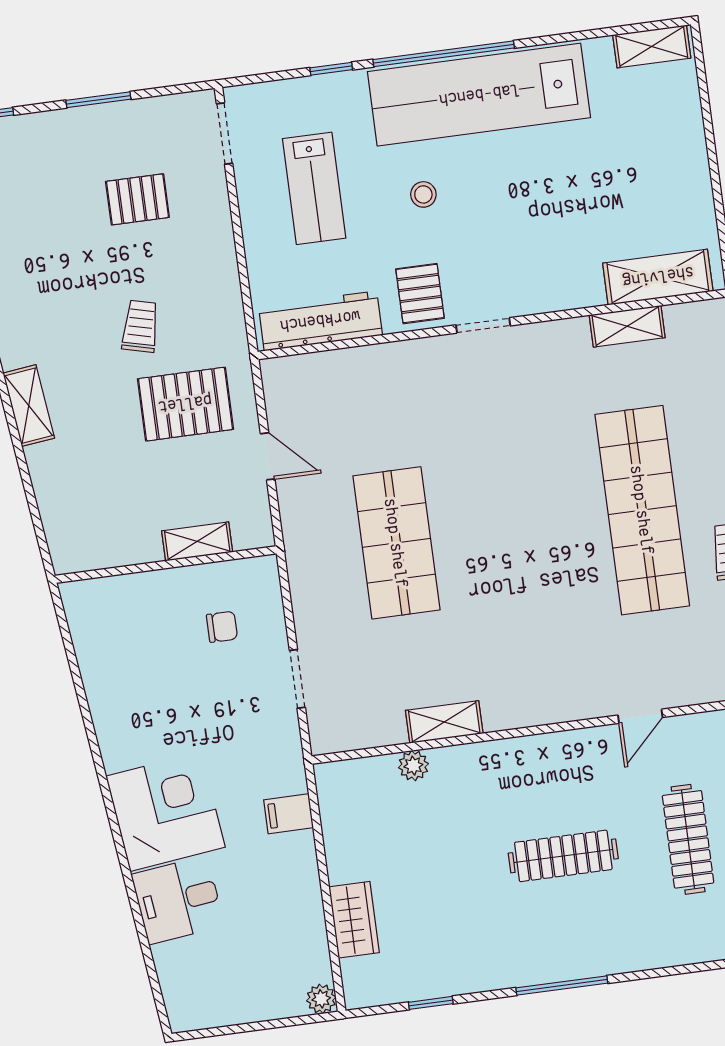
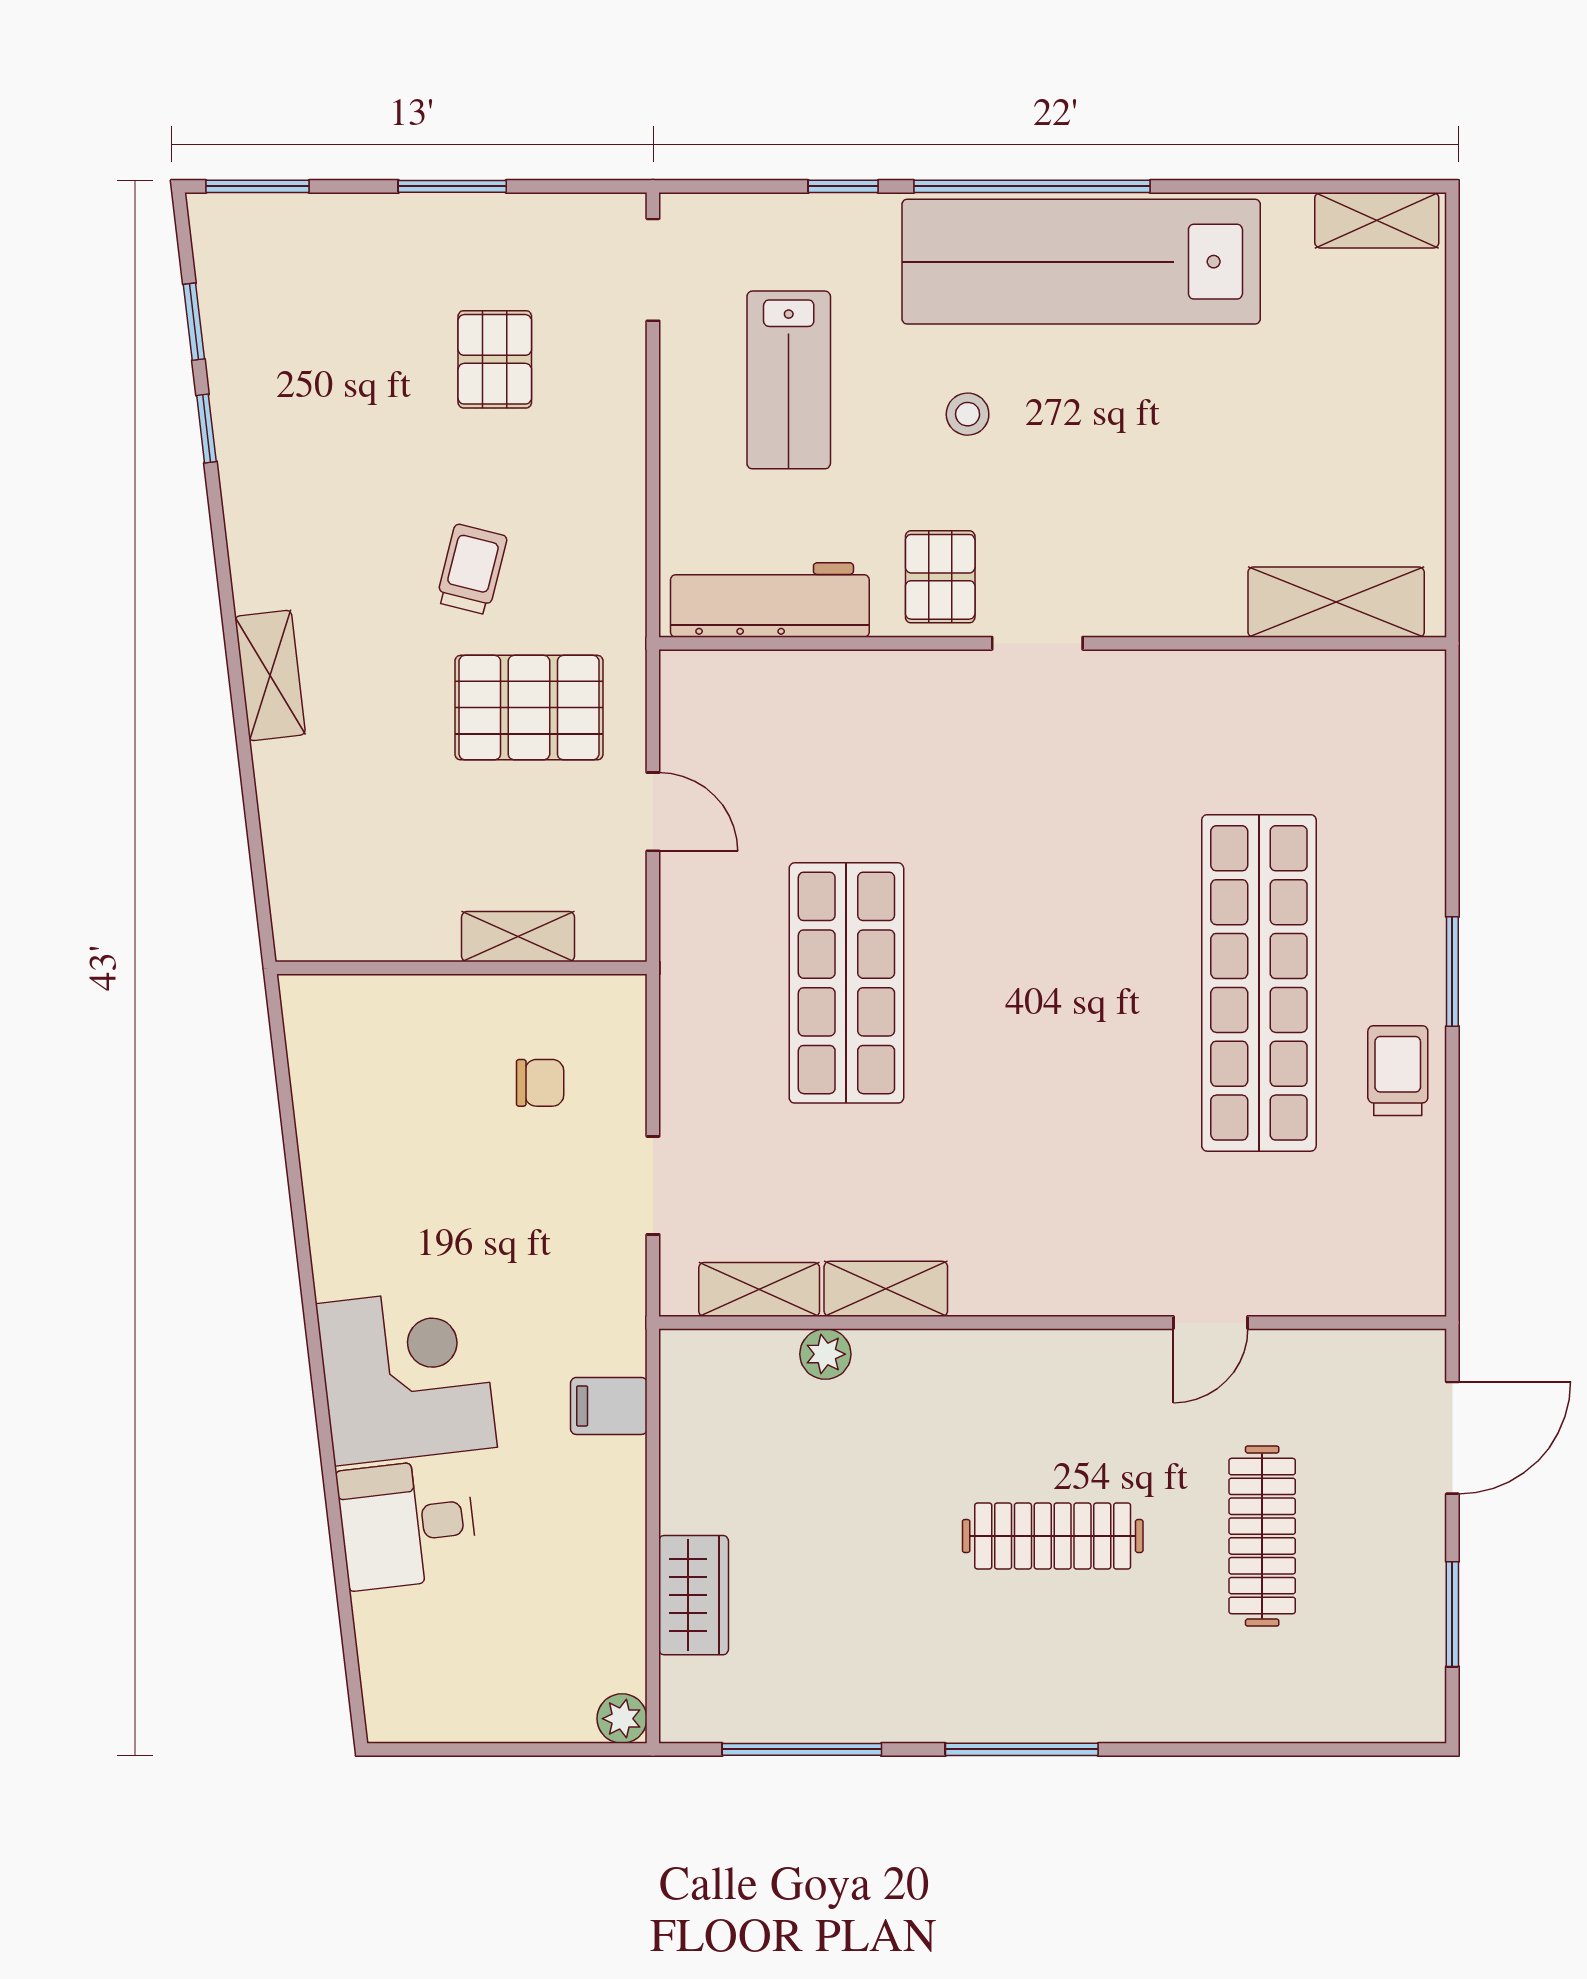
pallet: (137, 199) -> (495, 359), turned 90
shelving: (627, 326) -> (759, 1289), moved
window: (431, 1003) -> (802, 1749), width x2.17

